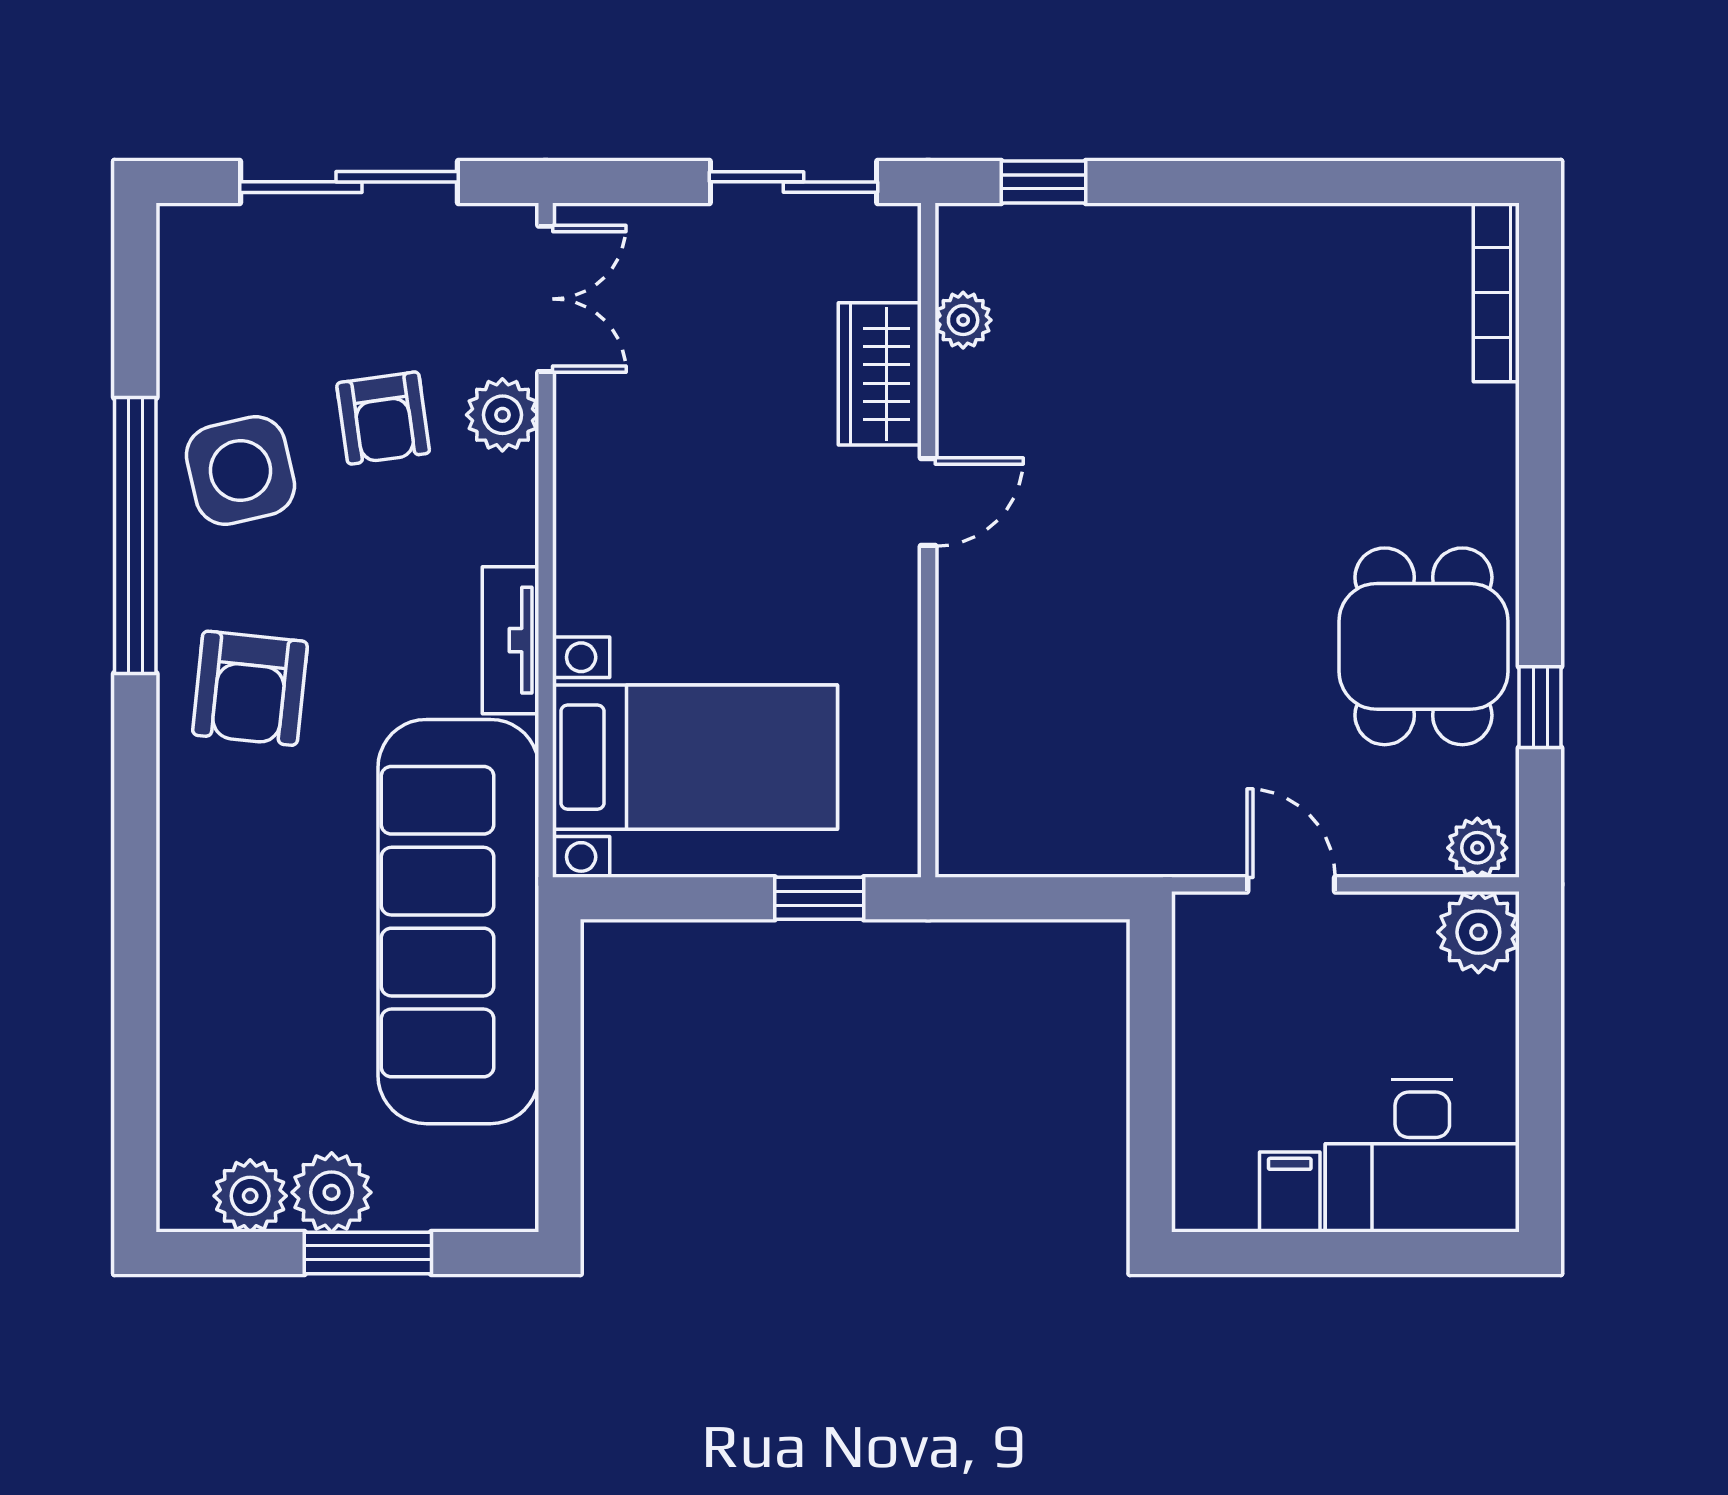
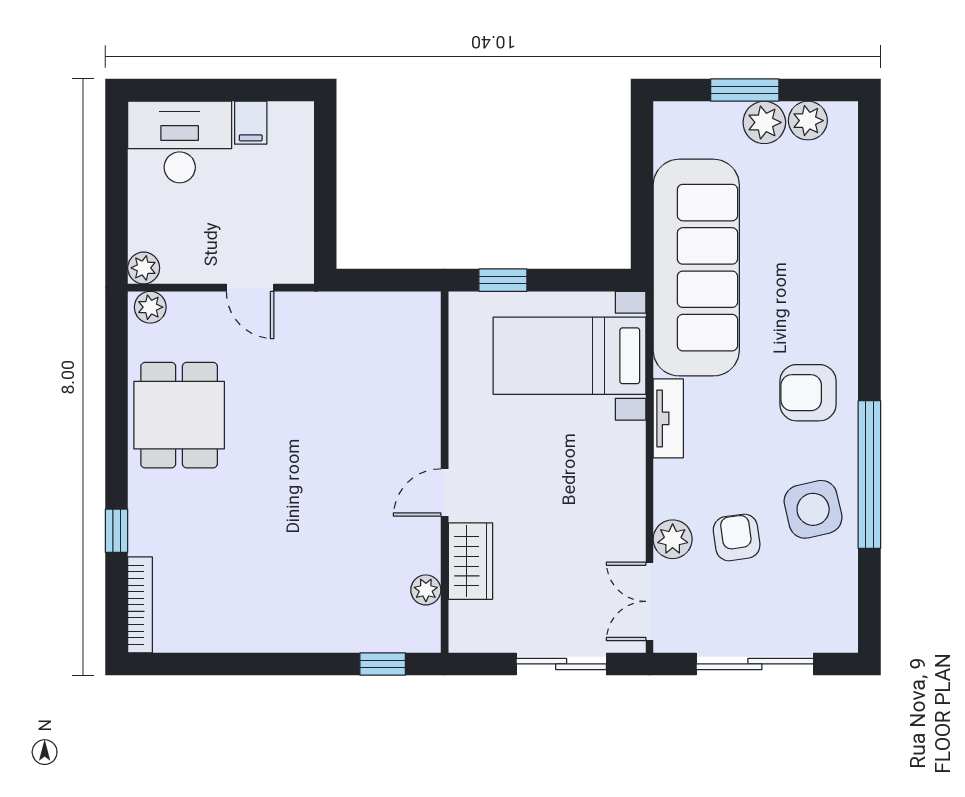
sliding door: (794, 182) -> (561, 664), moved
armchair: (250, 688) -> (808, 393), turned -96
window: (1540, 707) -> (117, 531), moved
plant: (1478, 932) -> (144, 268), width x0.73, depth x0.73

